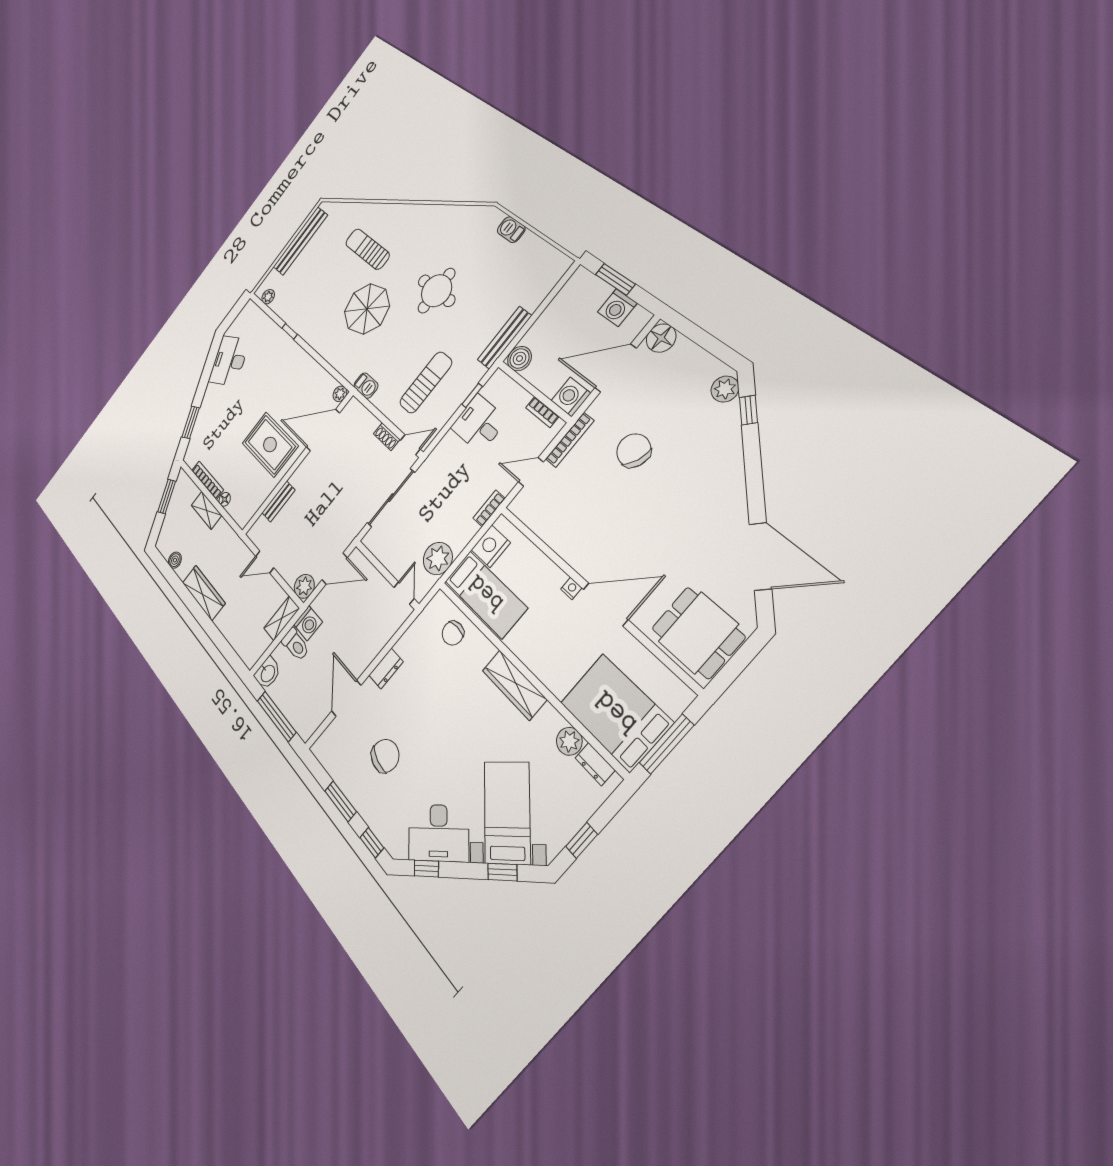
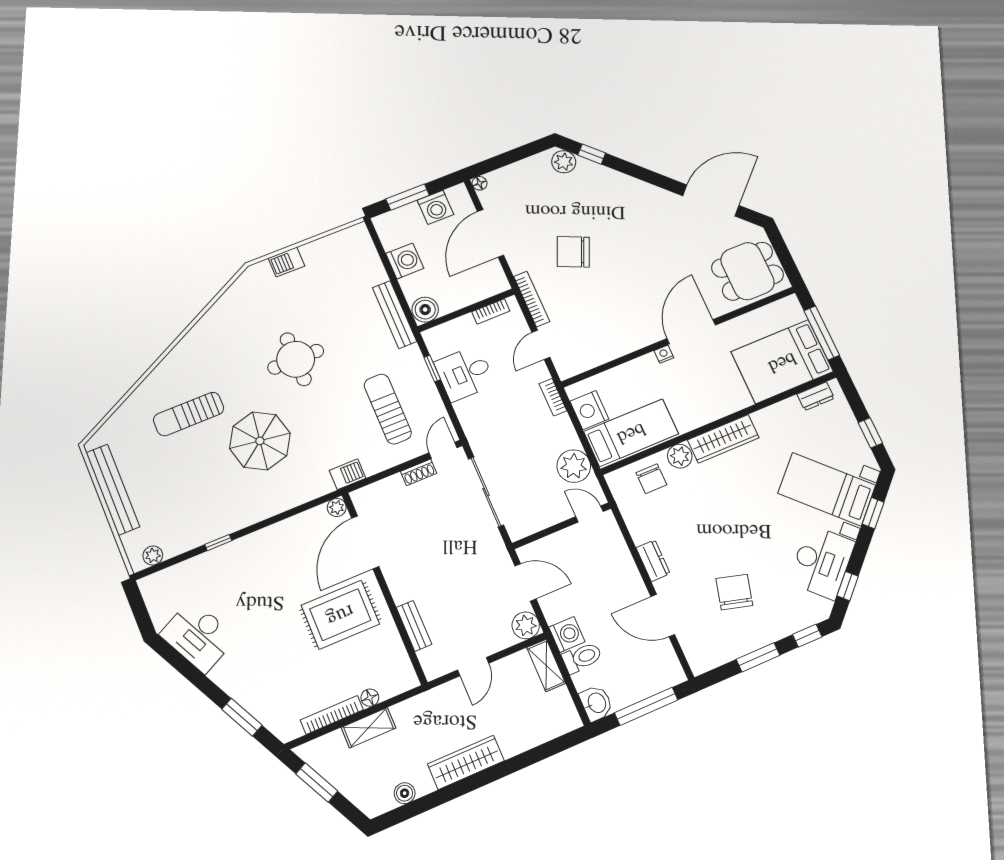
floor lamp: (661, 338) -> (479, 183), width x0.53, depth x0.53
washing machine: (571, 397) -> (405, 261), moved, turned 180
door: (335, 569) -> (525, 582), hinge flipped
plant: (569, 741) -> (680, 456), moved

